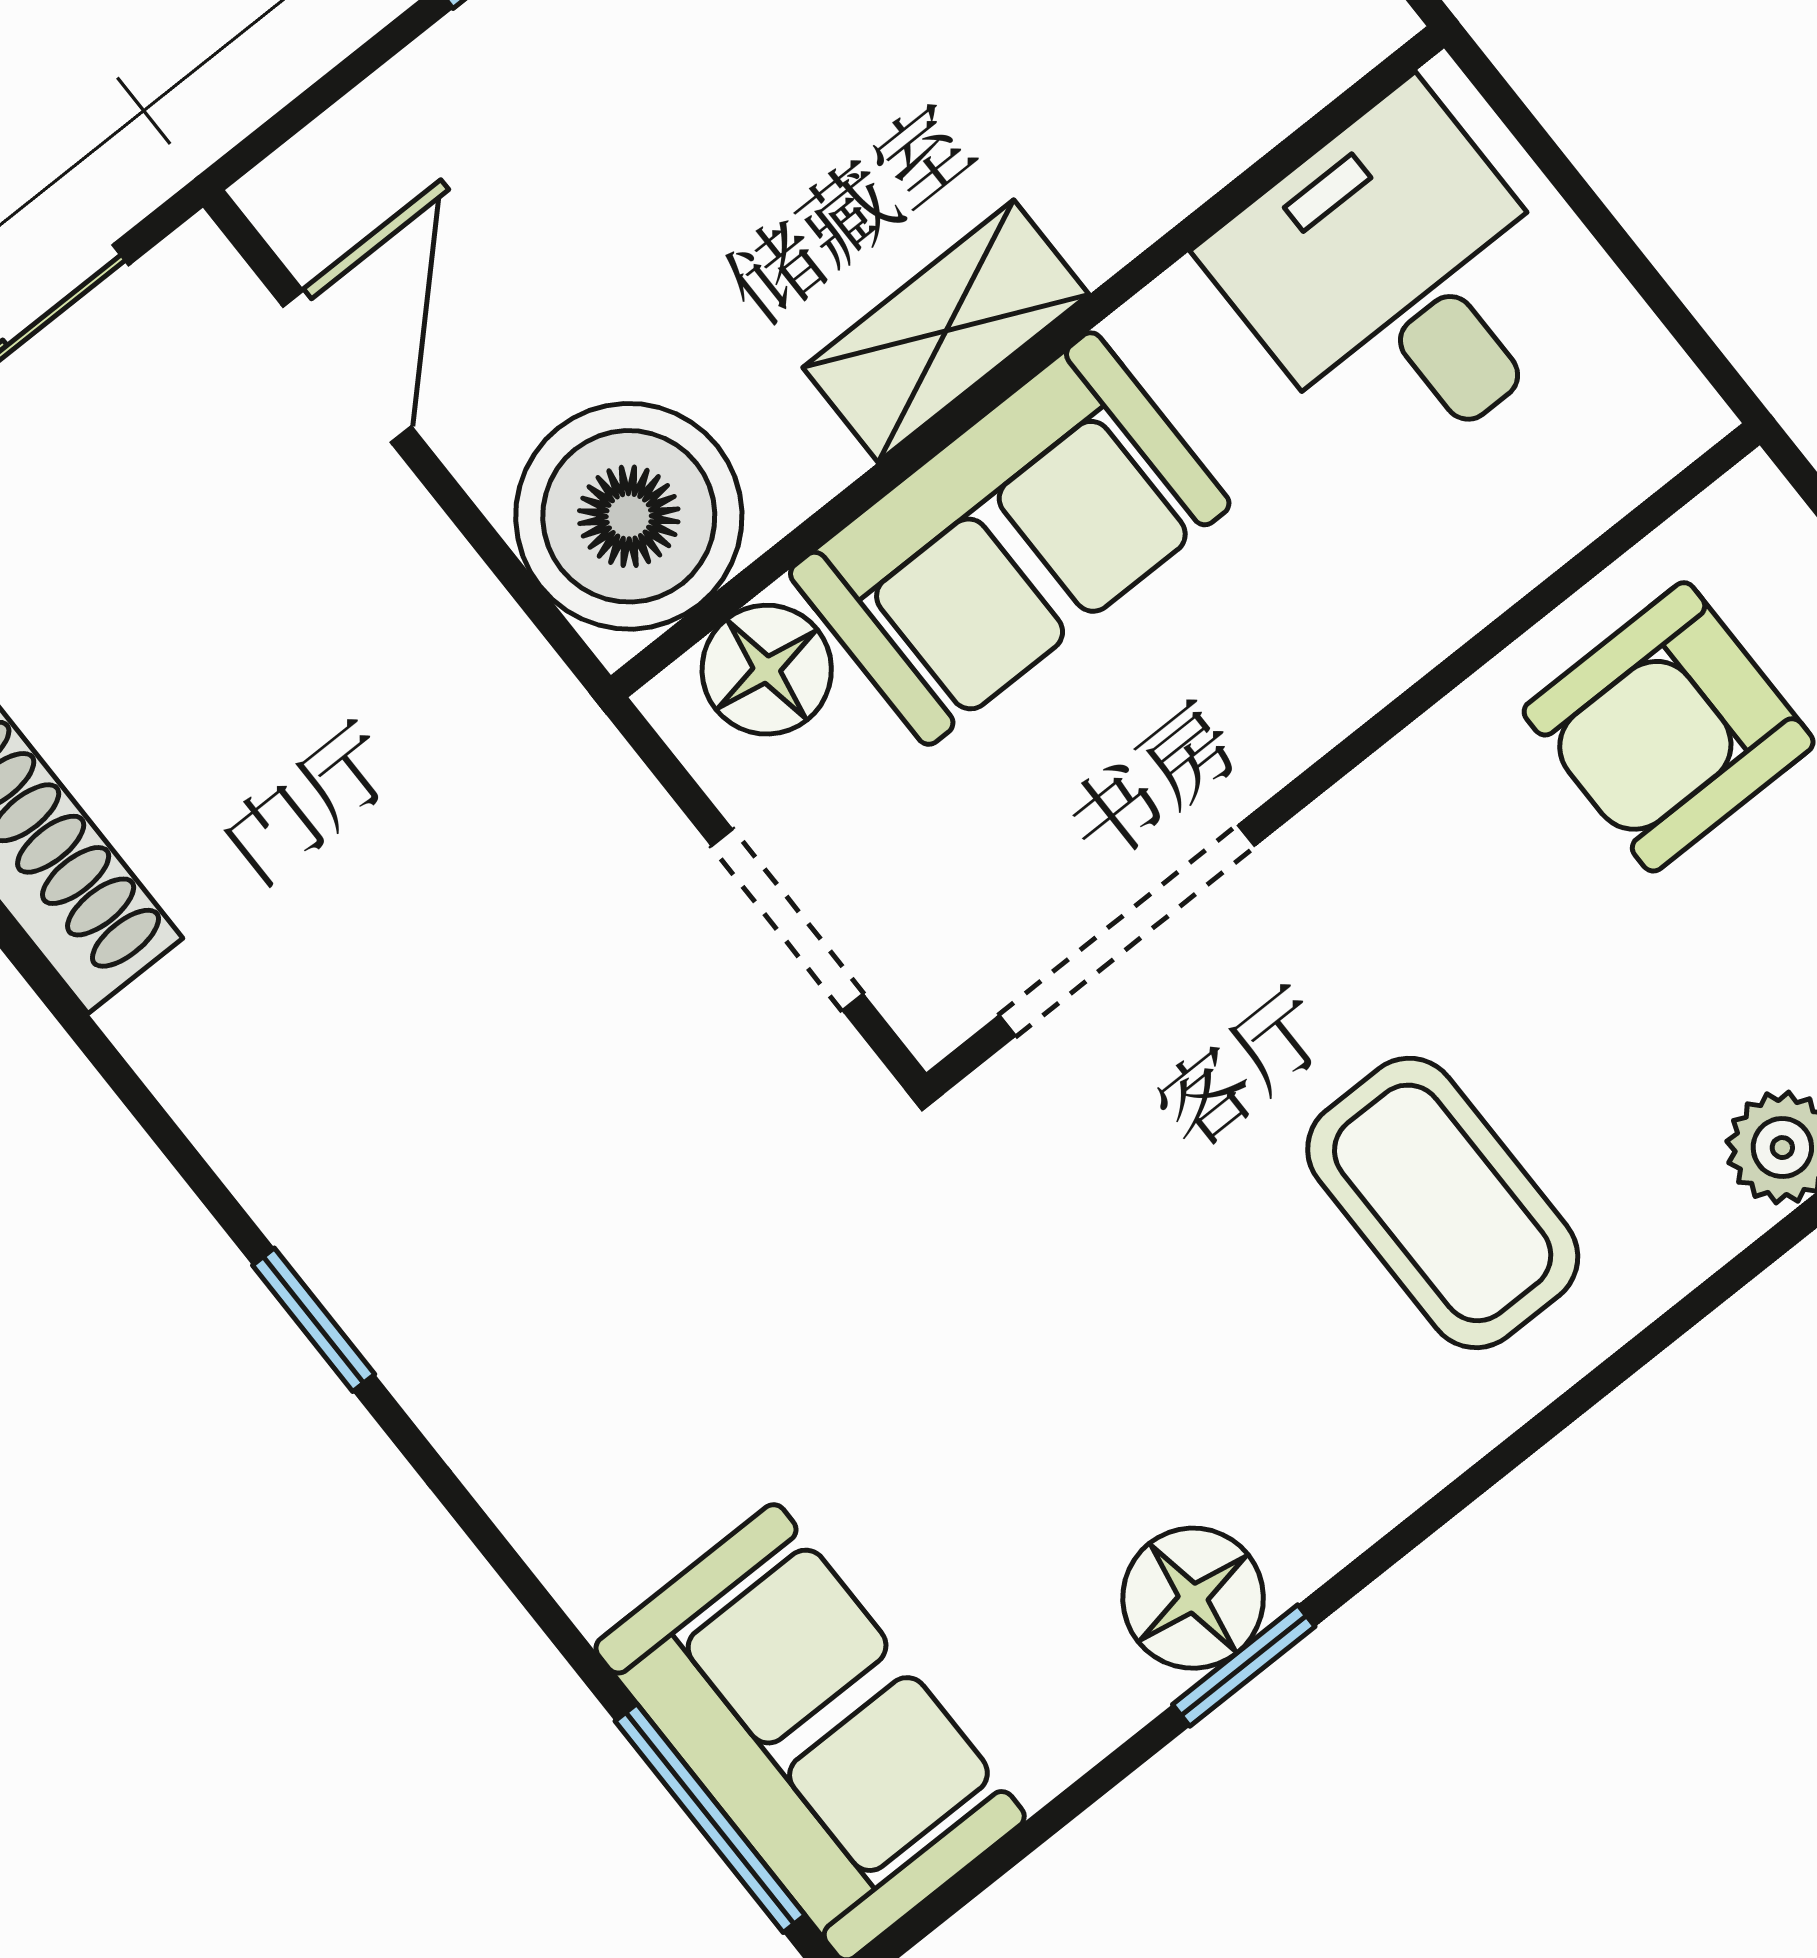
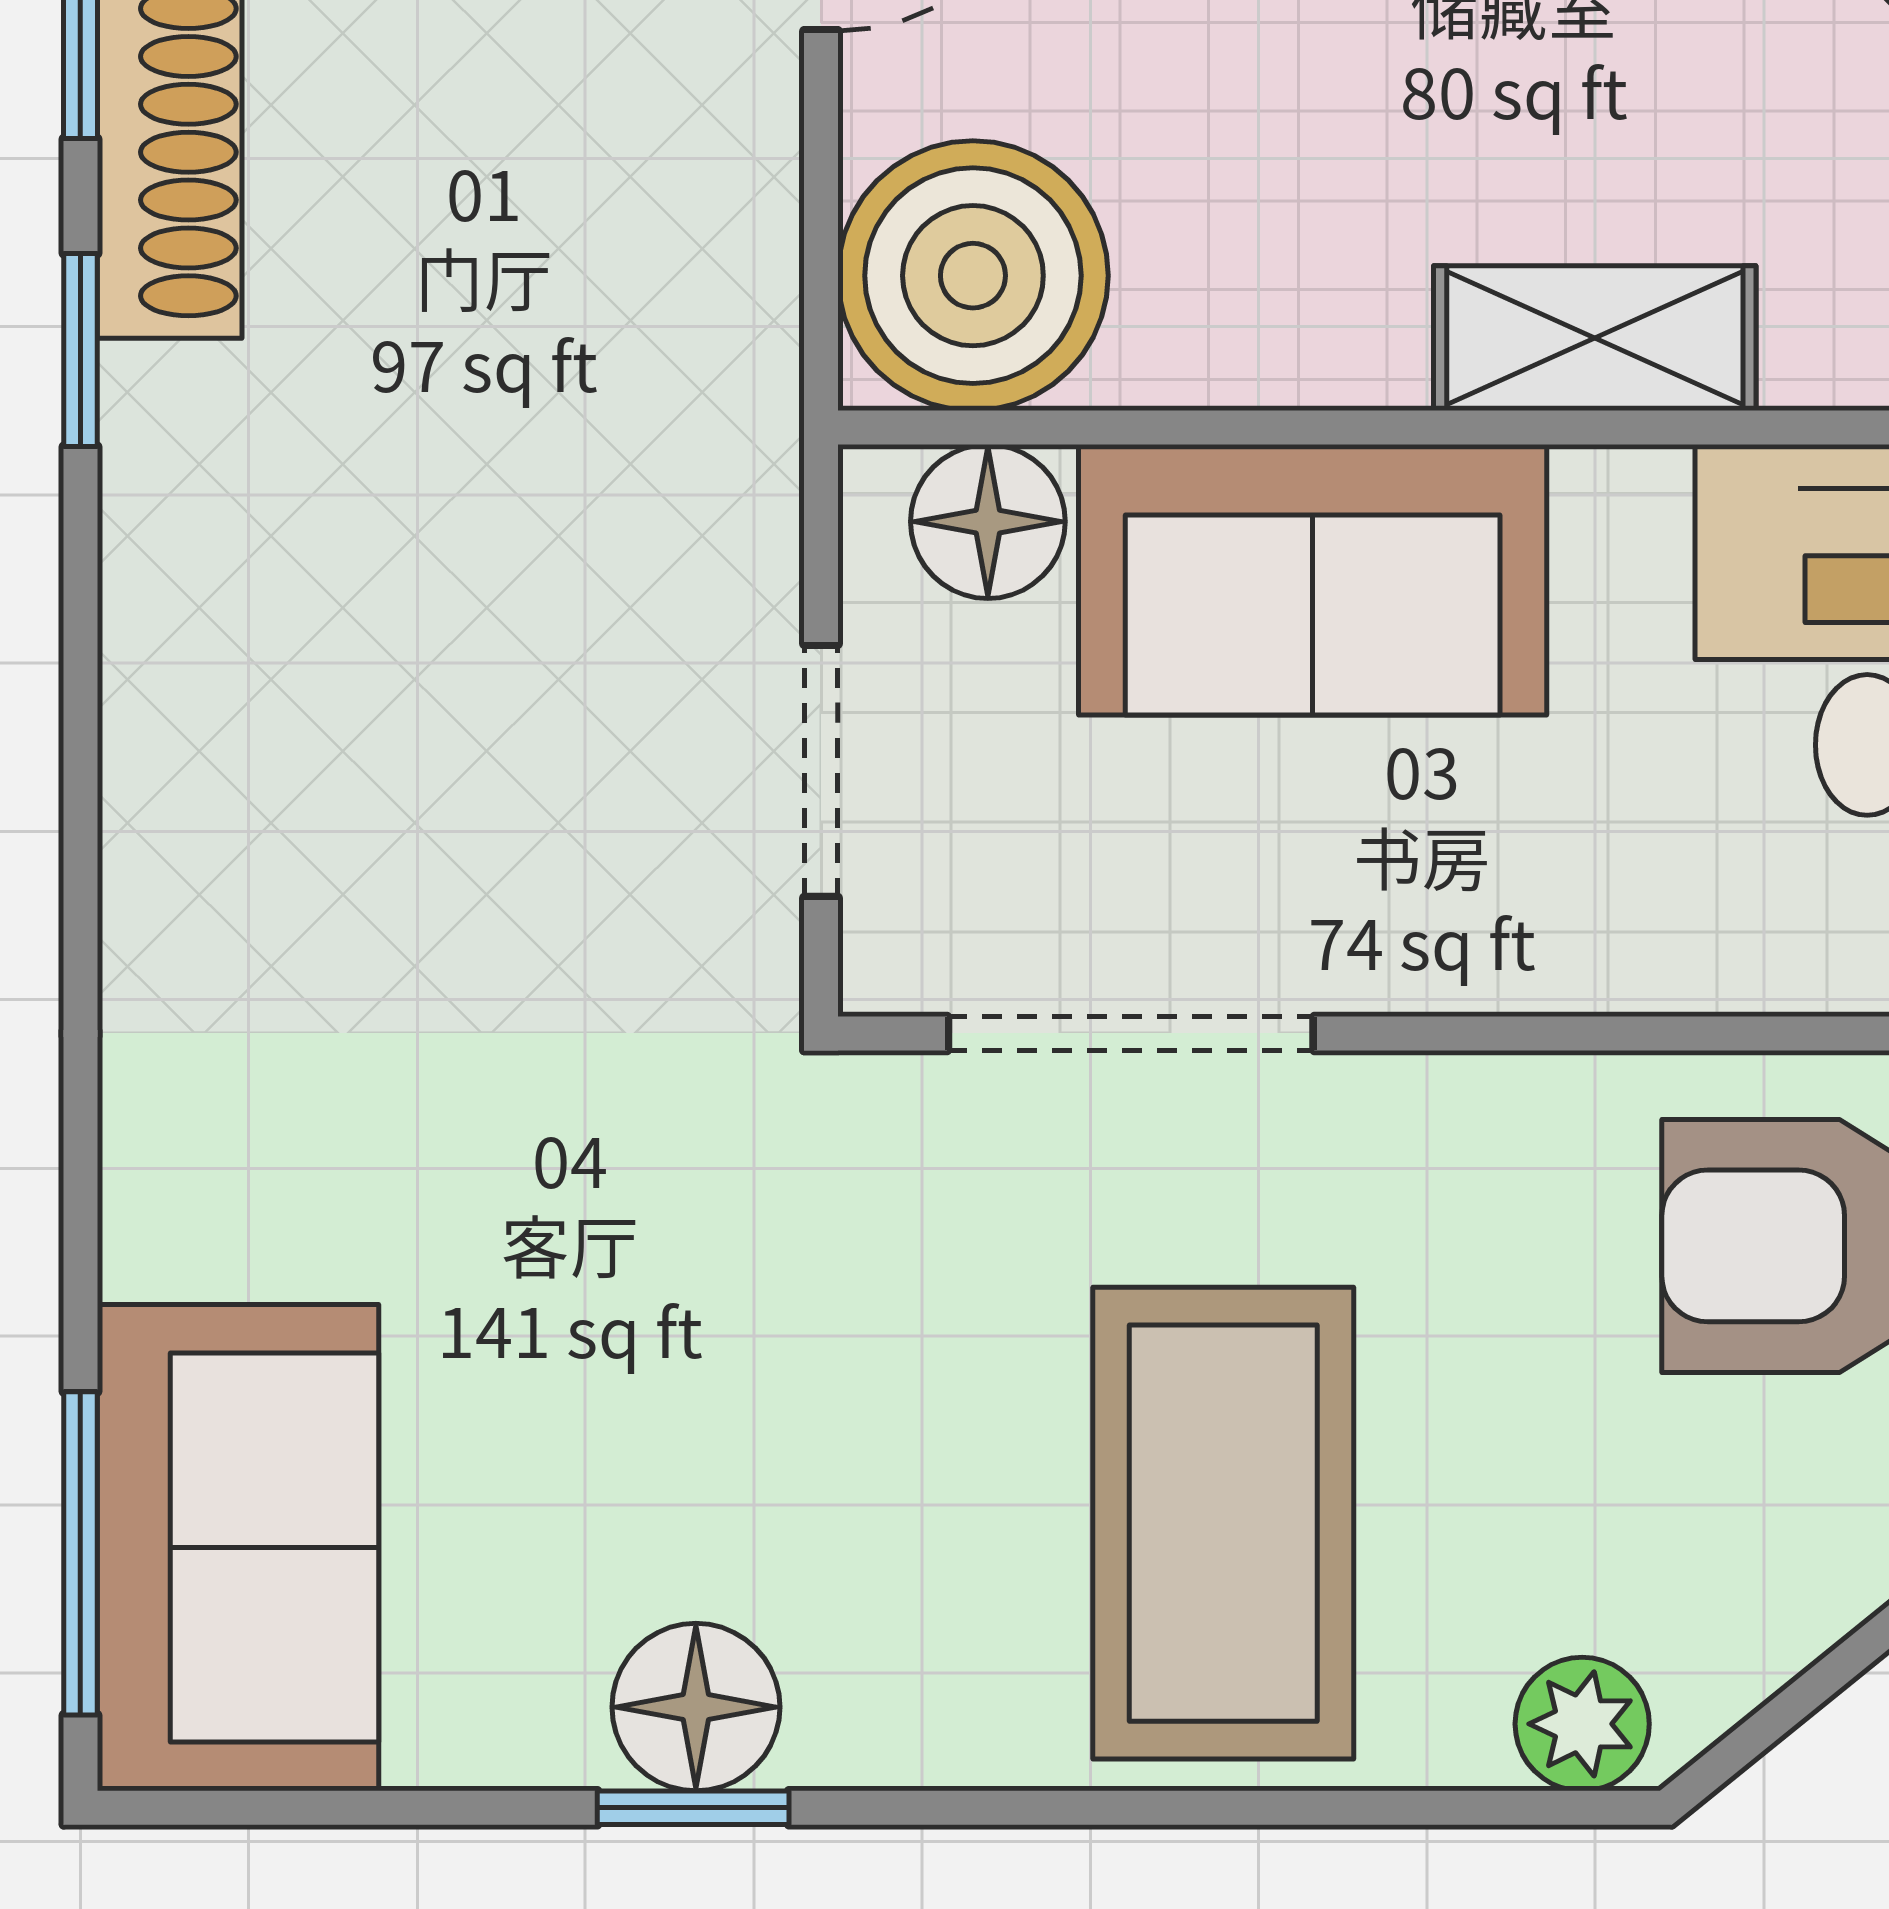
shelving: (946, 331) -> (1595, 338), moved
coffee table: (1443, 1203) -> (1223, 1523), width x1.36, depth x1.32
window: (314, 1320) -> (80, 350), moved

